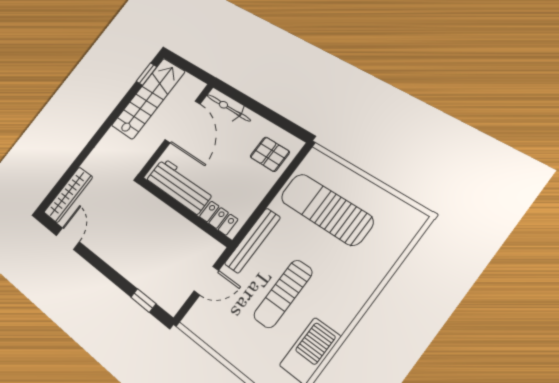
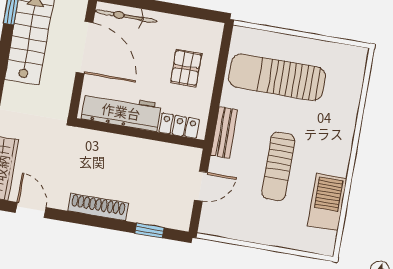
pallet: (270, 154) -> (186, 68), moved, turned 90
bench: (252, 241) -> (224, 133), width x0.73
shoe rack: (117, 260) -> (98, 207), added

